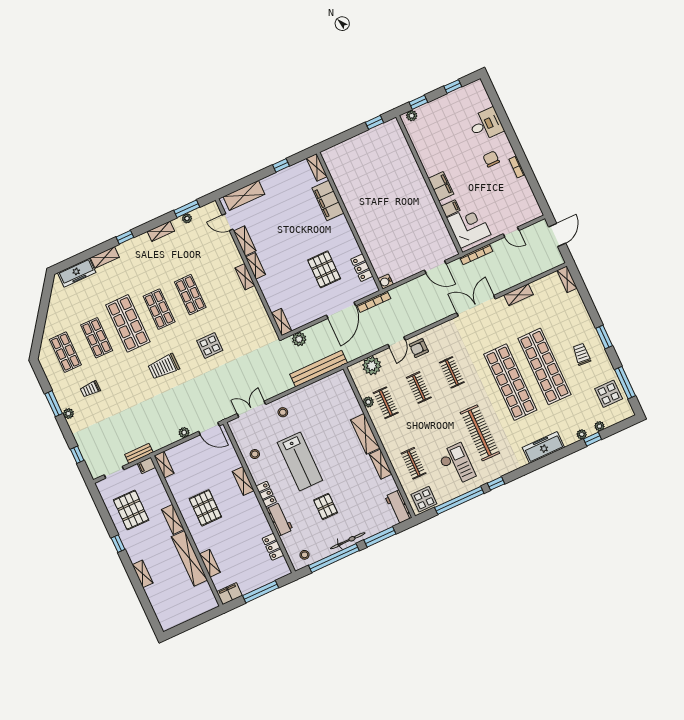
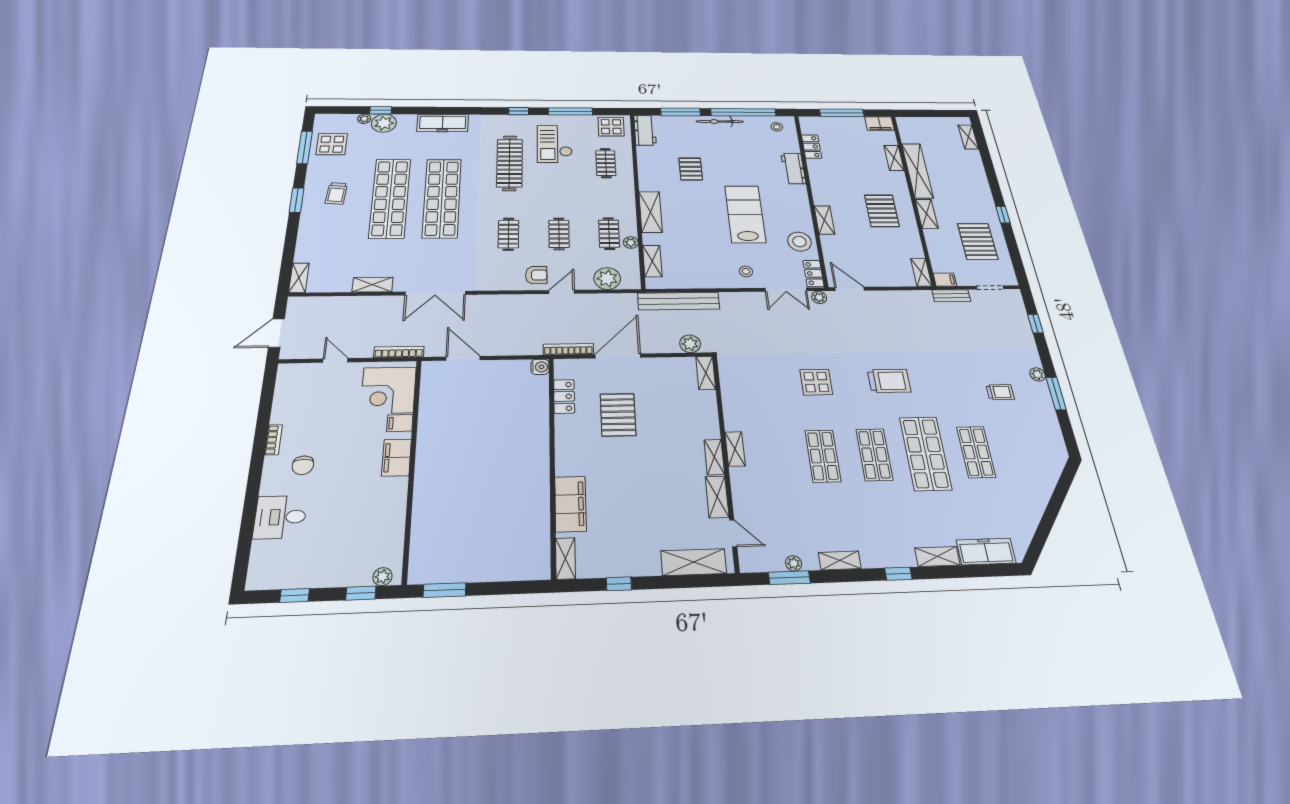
window: (374, 122) -> (445, 590), width x1.50
shop shelf: (65, 352) -> (1026, 451), removed
plant: (184, 432) -> (819, 297), moved
plant: (582, 434) -> (384, 123), width x1.88, depth x1.88
stool: (255, 454) -> (799, 242), width x1.89, depth x1.89
shelving: (381, 464) -> (652, 261), moved
locker: (266, 494) -> (814, 273), moved
window: (459, 500) -> (570, 111), width x0.68
pallet: (326, 506) -> (691, 169), moved
shelving: (143, 574) -> (968, 137), moved

